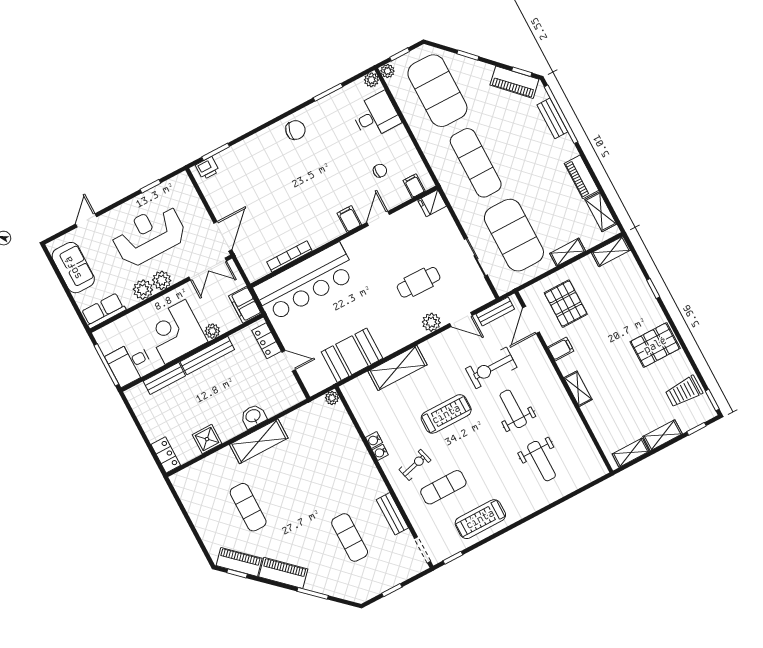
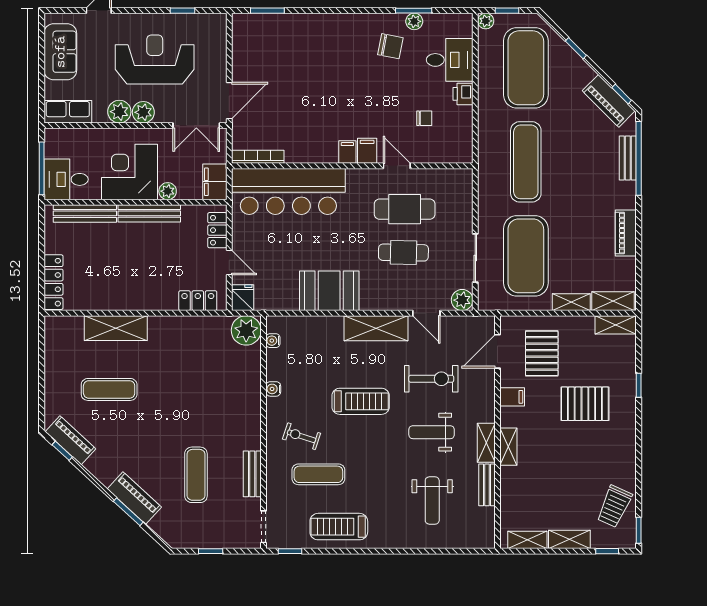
plant: (371, 80) -> (414, 21), moved
chair: (295, 130) -> (390, 46), moved
printer: (207, 168) -> (463, 94), moved, turned 90
filing cabinet: (414, 186) -> (347, 152), moved
fridge: (432, 203) -> (243, 298), moved, turned 90
shelving: (601, 212) -> (613, 301), moved, turned 90
door: (378, 218) -> (397, 166), hinge flipped
cafe table: (402, 248) -> (405, 209), added
bookcase: (289, 256) -> (258, 157), moved
bench: (495, 312) -> (487, 485), moved, turned 90
plant: (431, 322) -> (462, 300), moved
pallet: (655, 345) -> (585, 404), moved
booth: (352, 355) -> (329, 291), moved
shelving: (397, 368) -> (376, 328), moved
exercise bike: (491, 368) -> (431, 379), turned 180
bench: (164, 378) -> (85, 213), width x1.36
trolley: (684, 392) -> (614, 506), turned -66
shelving: (559, 395) -> (486, 443), added
plant: (332, 398) -> (246, 330), width x1.88, depth x1.88
locker: (280, 403) -> (198, 301), added
weight bench: (513, 409) -> (432, 432), turned -90
washbasin: (253, 416) -> (163, 300), removed
shower: (207, 439) -> (104, 298), removed
shelving: (259, 441) -> (116, 328), moved
water cooler: (380, 452) -> (273, 341), moved
locker: (166, 455) -> (53, 282), width x1.53
exercise bike: (415, 465) -> (301, 436), turned -147
exercise mat: (248, 507) -> (109, 389), turned 90
piano: (283, 573) -> (134, 498), moved

